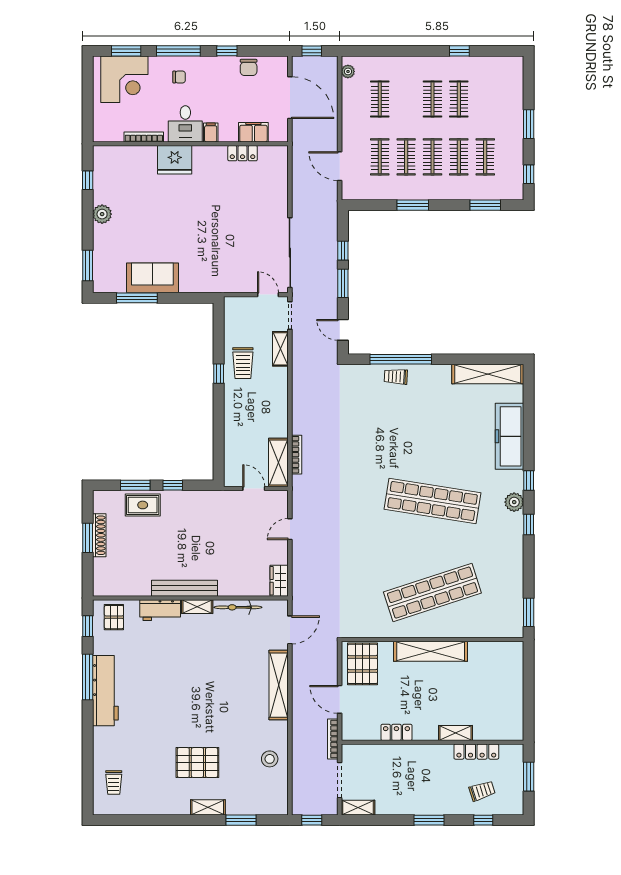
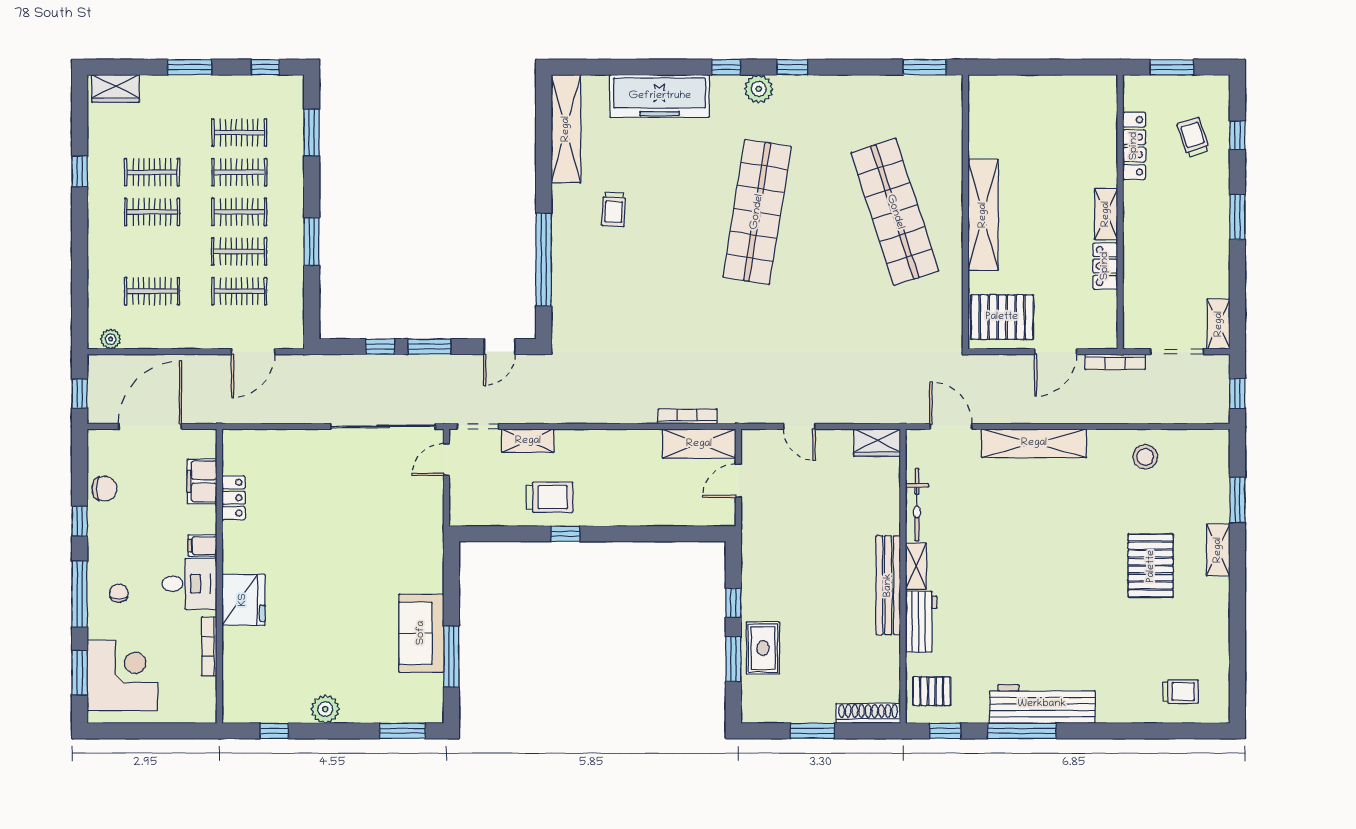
wardrobe: (514, 75) -> (116, 88), added
trolley: (396, 377) -> (614, 209), moved
shoe rack: (99, 535) -> (868, 713), moved
shelving: (455, 733) -> (1106, 214), moved

